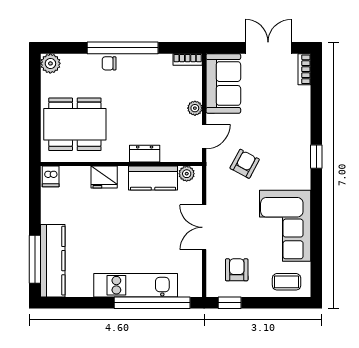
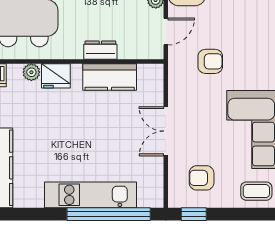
armchair: (245, 164) -> (210, 61), turned 62
plant: (187, 174) -> (31, 72), moved
armchair: (237, 270) -> (202, 178), turned -90

